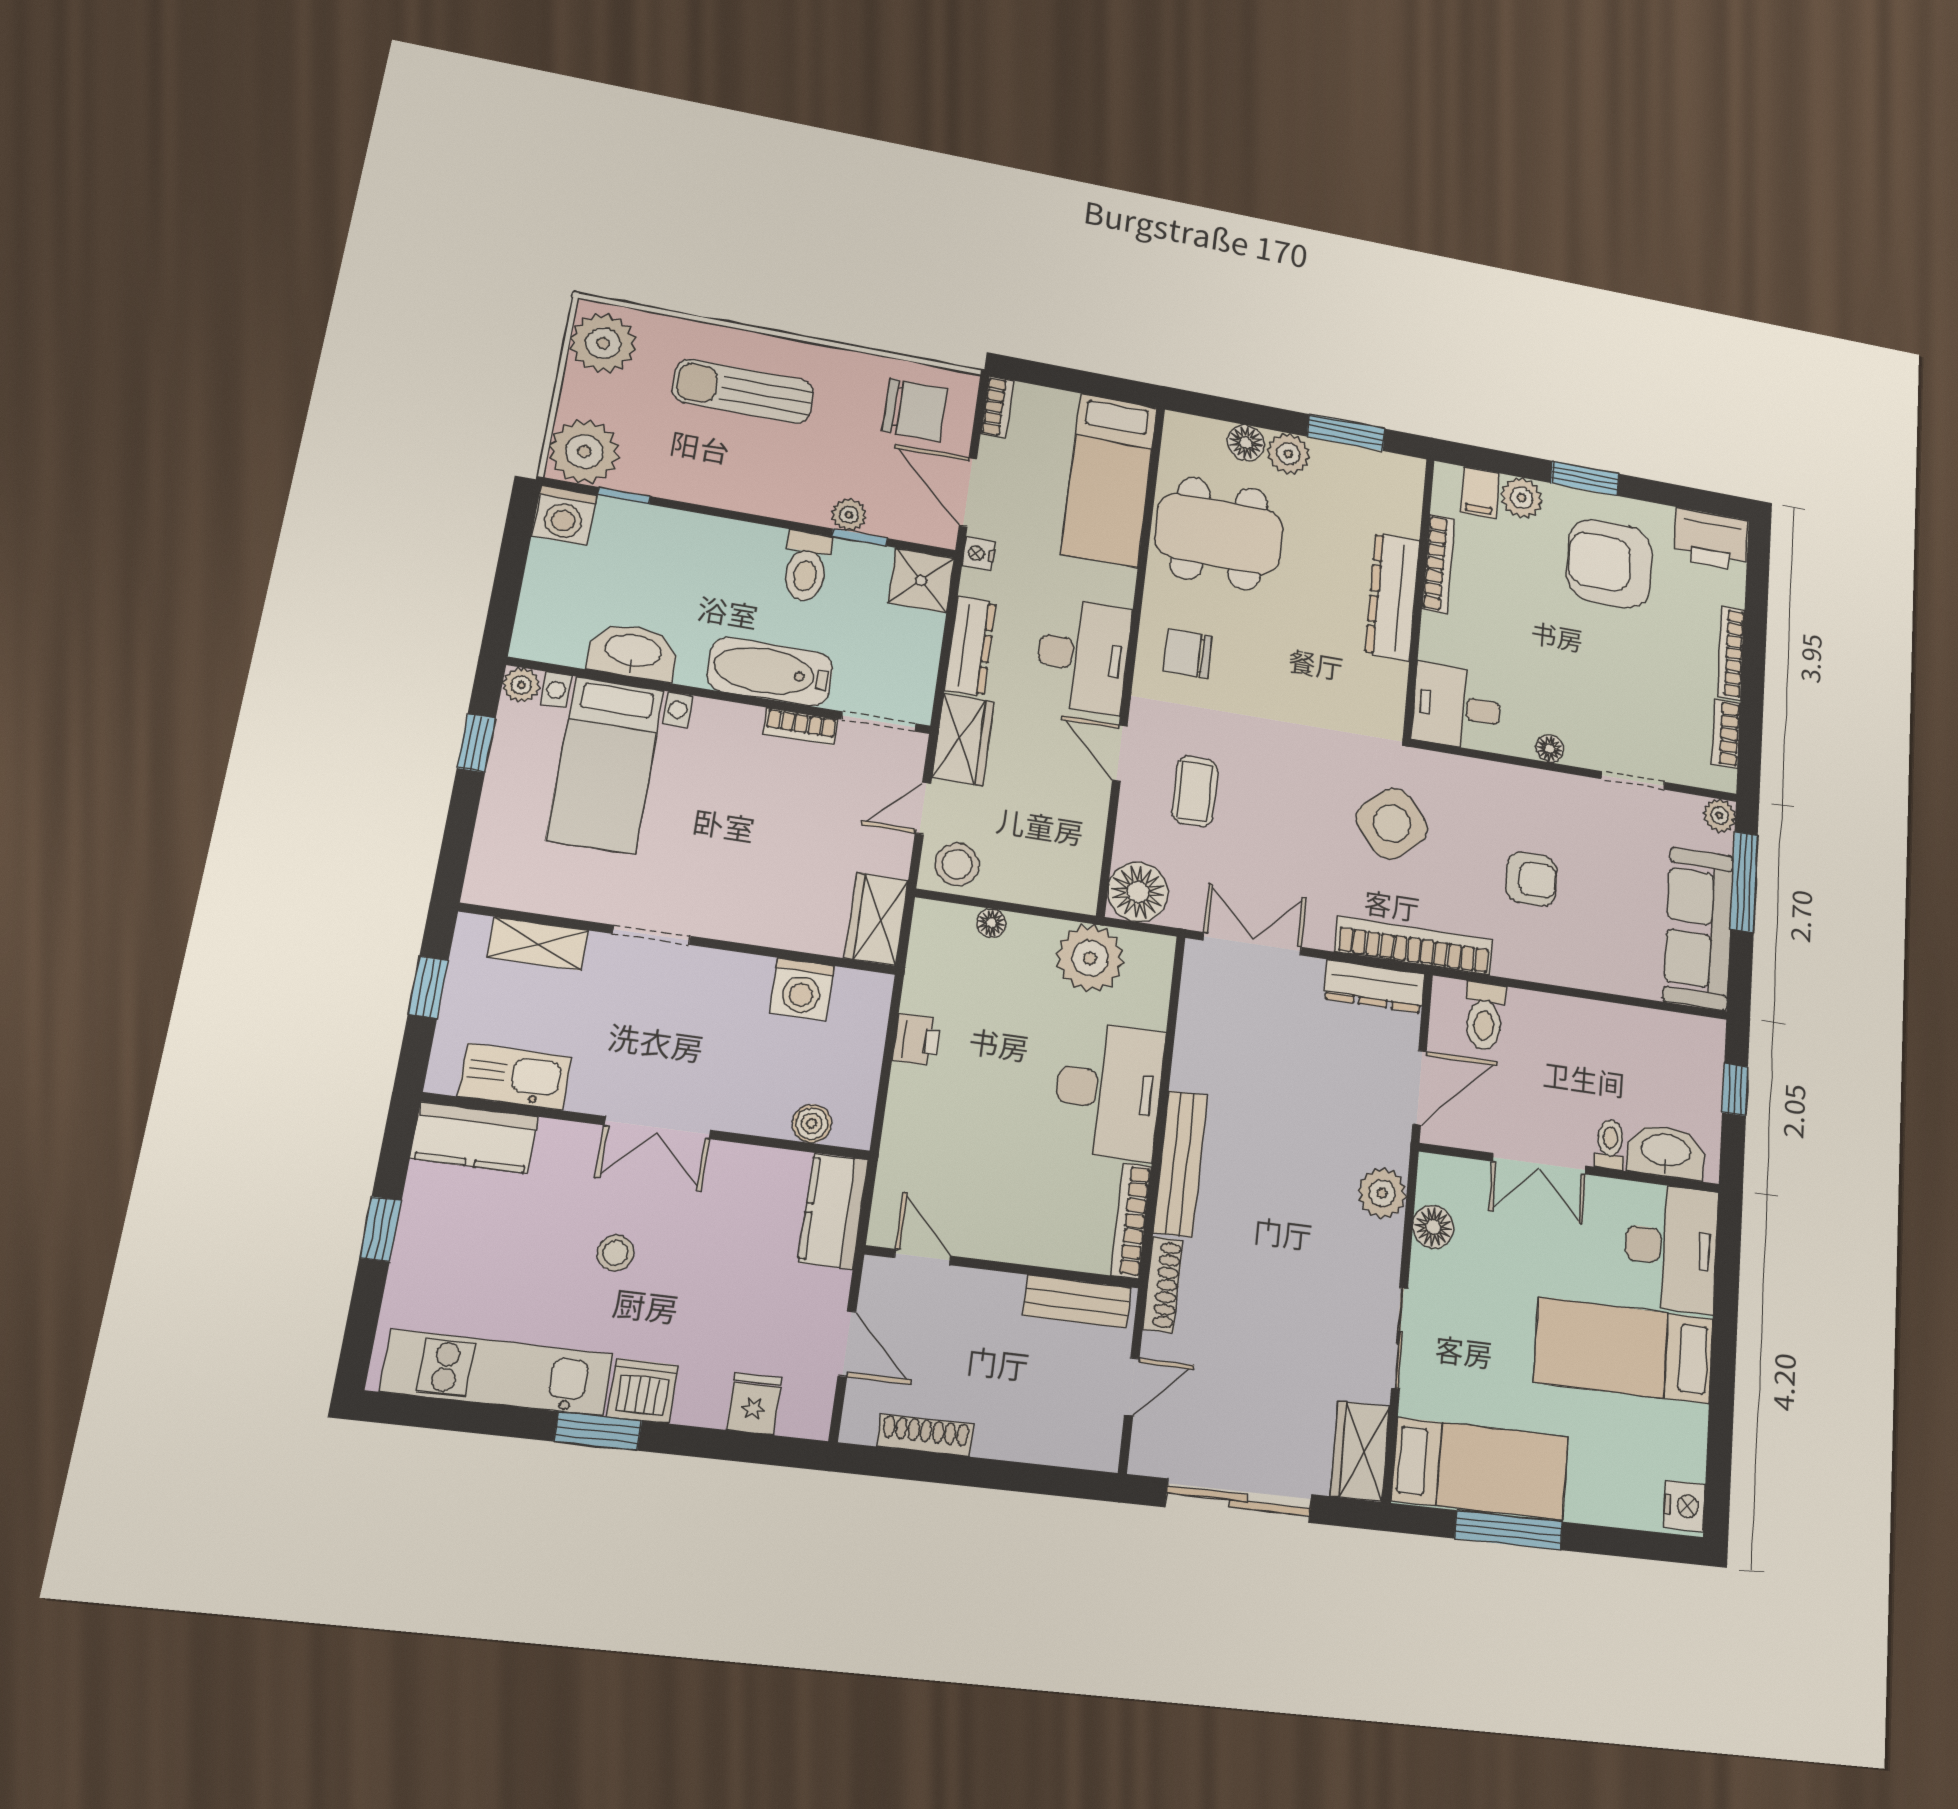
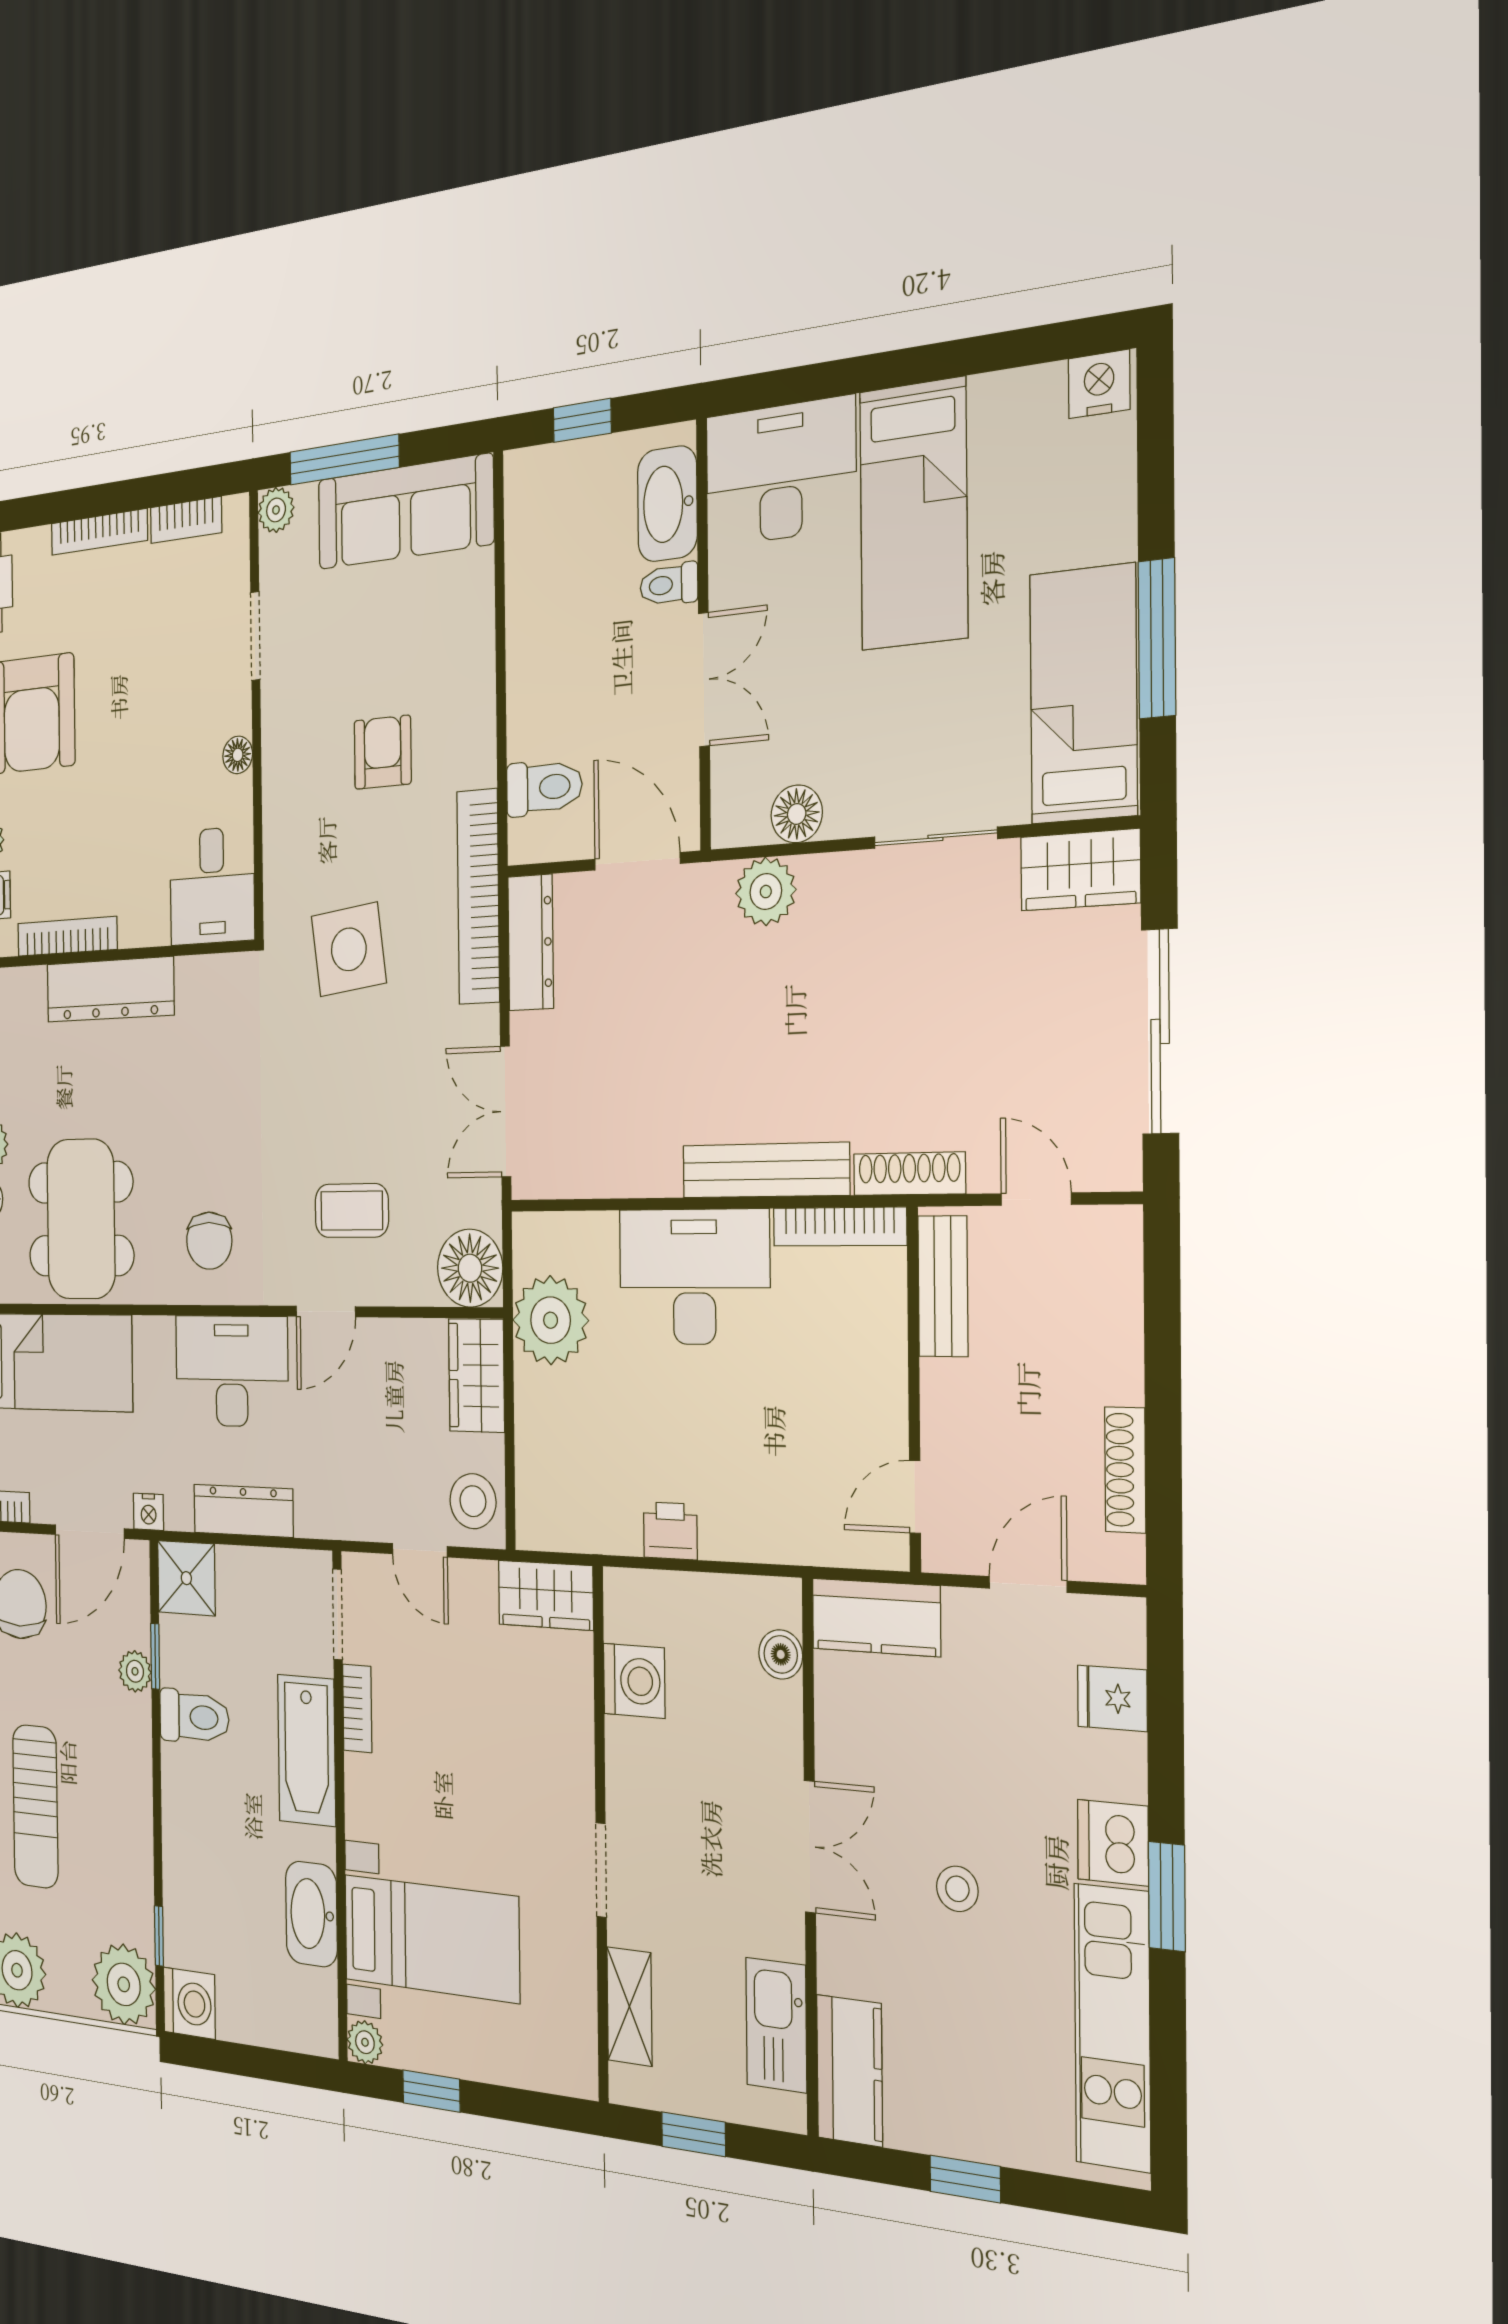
wardrobe: (963, 740) -> (476, 1375), moved, turned -90
side table: (1392, 823) -> (349, 949), turned 34
floor lamp: (991, 923) -> (530, 1451), removed

